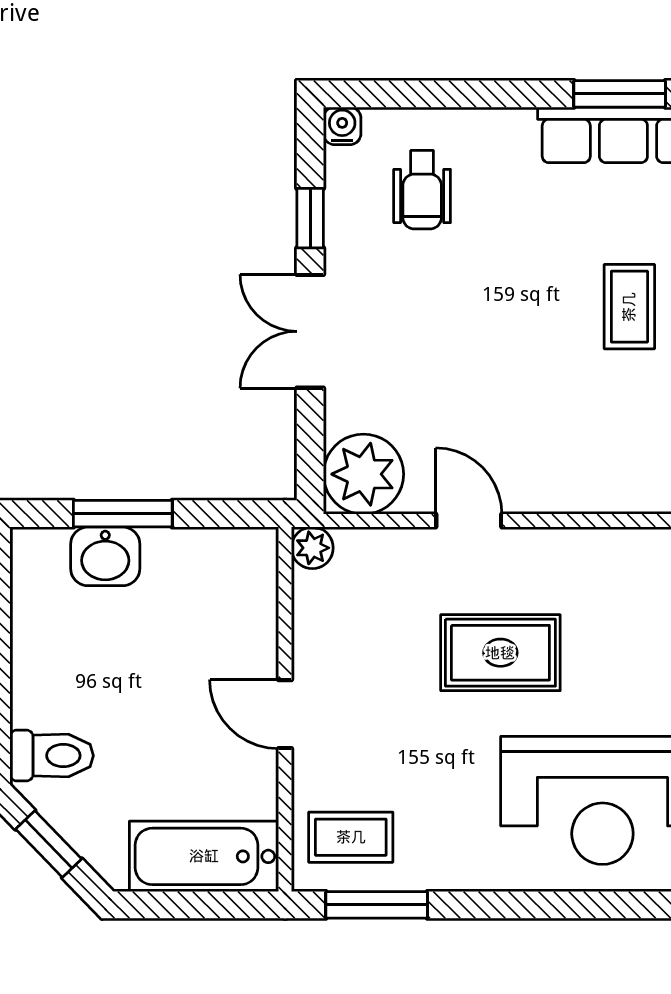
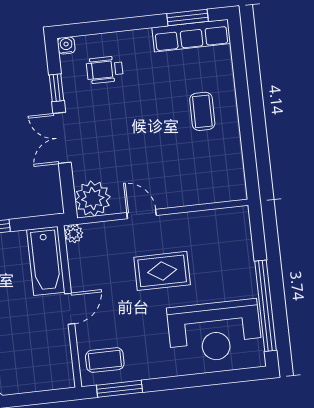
wheelchair: (422, 190) -> (105, 70), turned 90
door: (285, 714) -> (70, 309), swing flipped
bathtub: (204, 856) -> (46, 261), moved, turned -90

